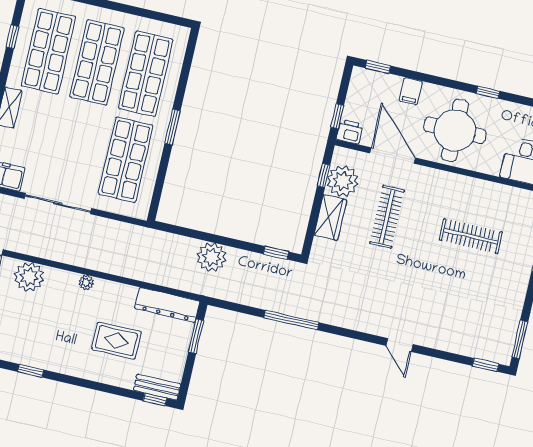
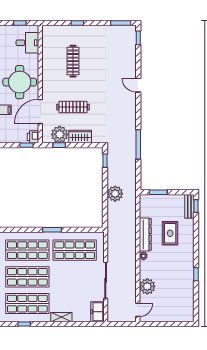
dresser: (167, 305) -> (145, 234), moved
door: (399, 345) -> (138, 85), swing flipped

